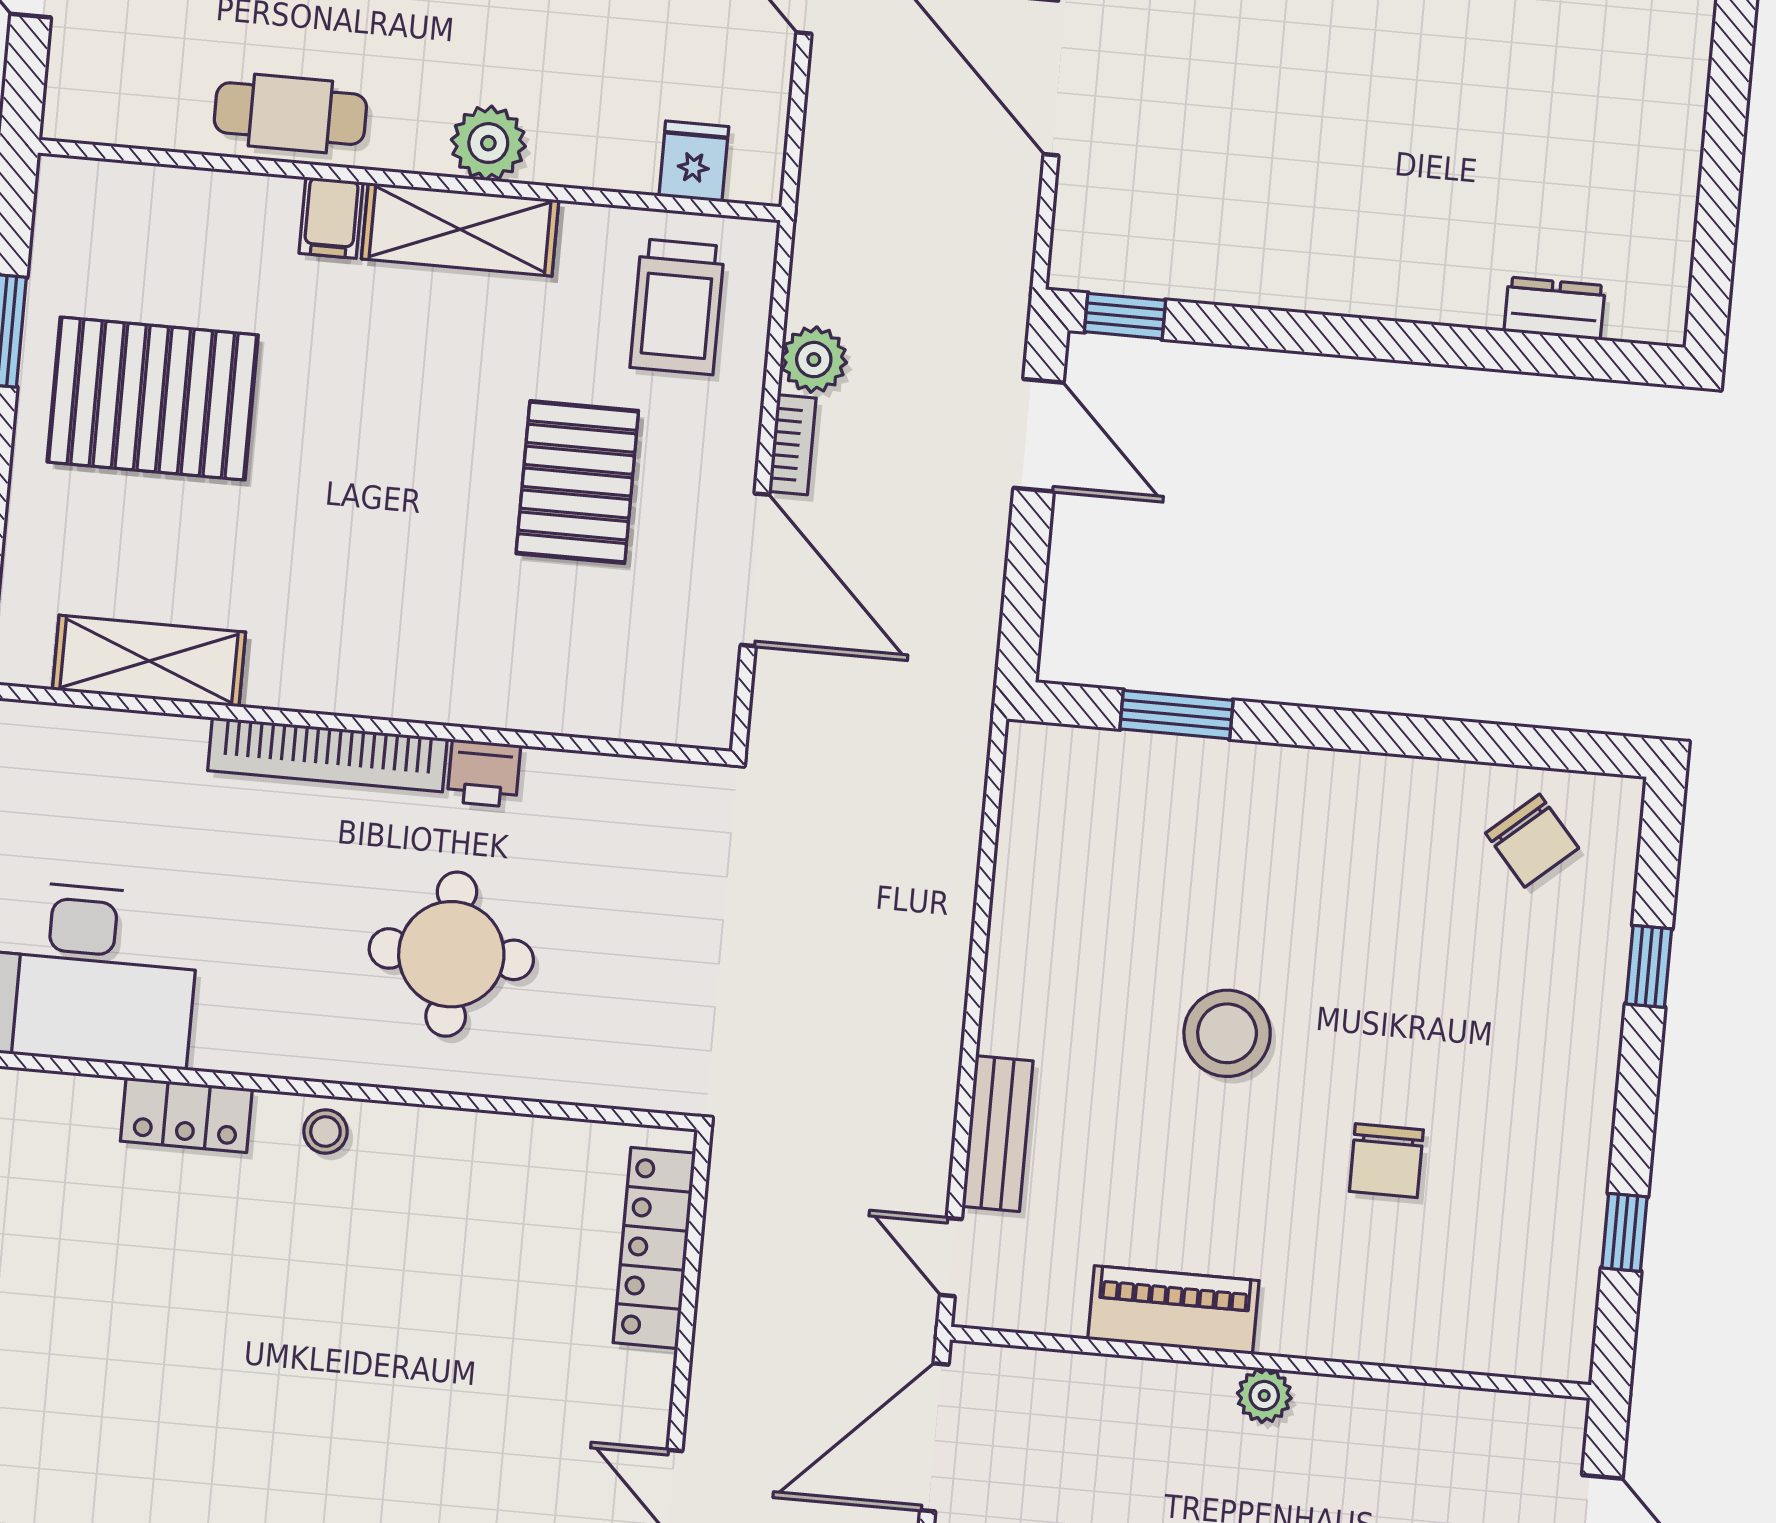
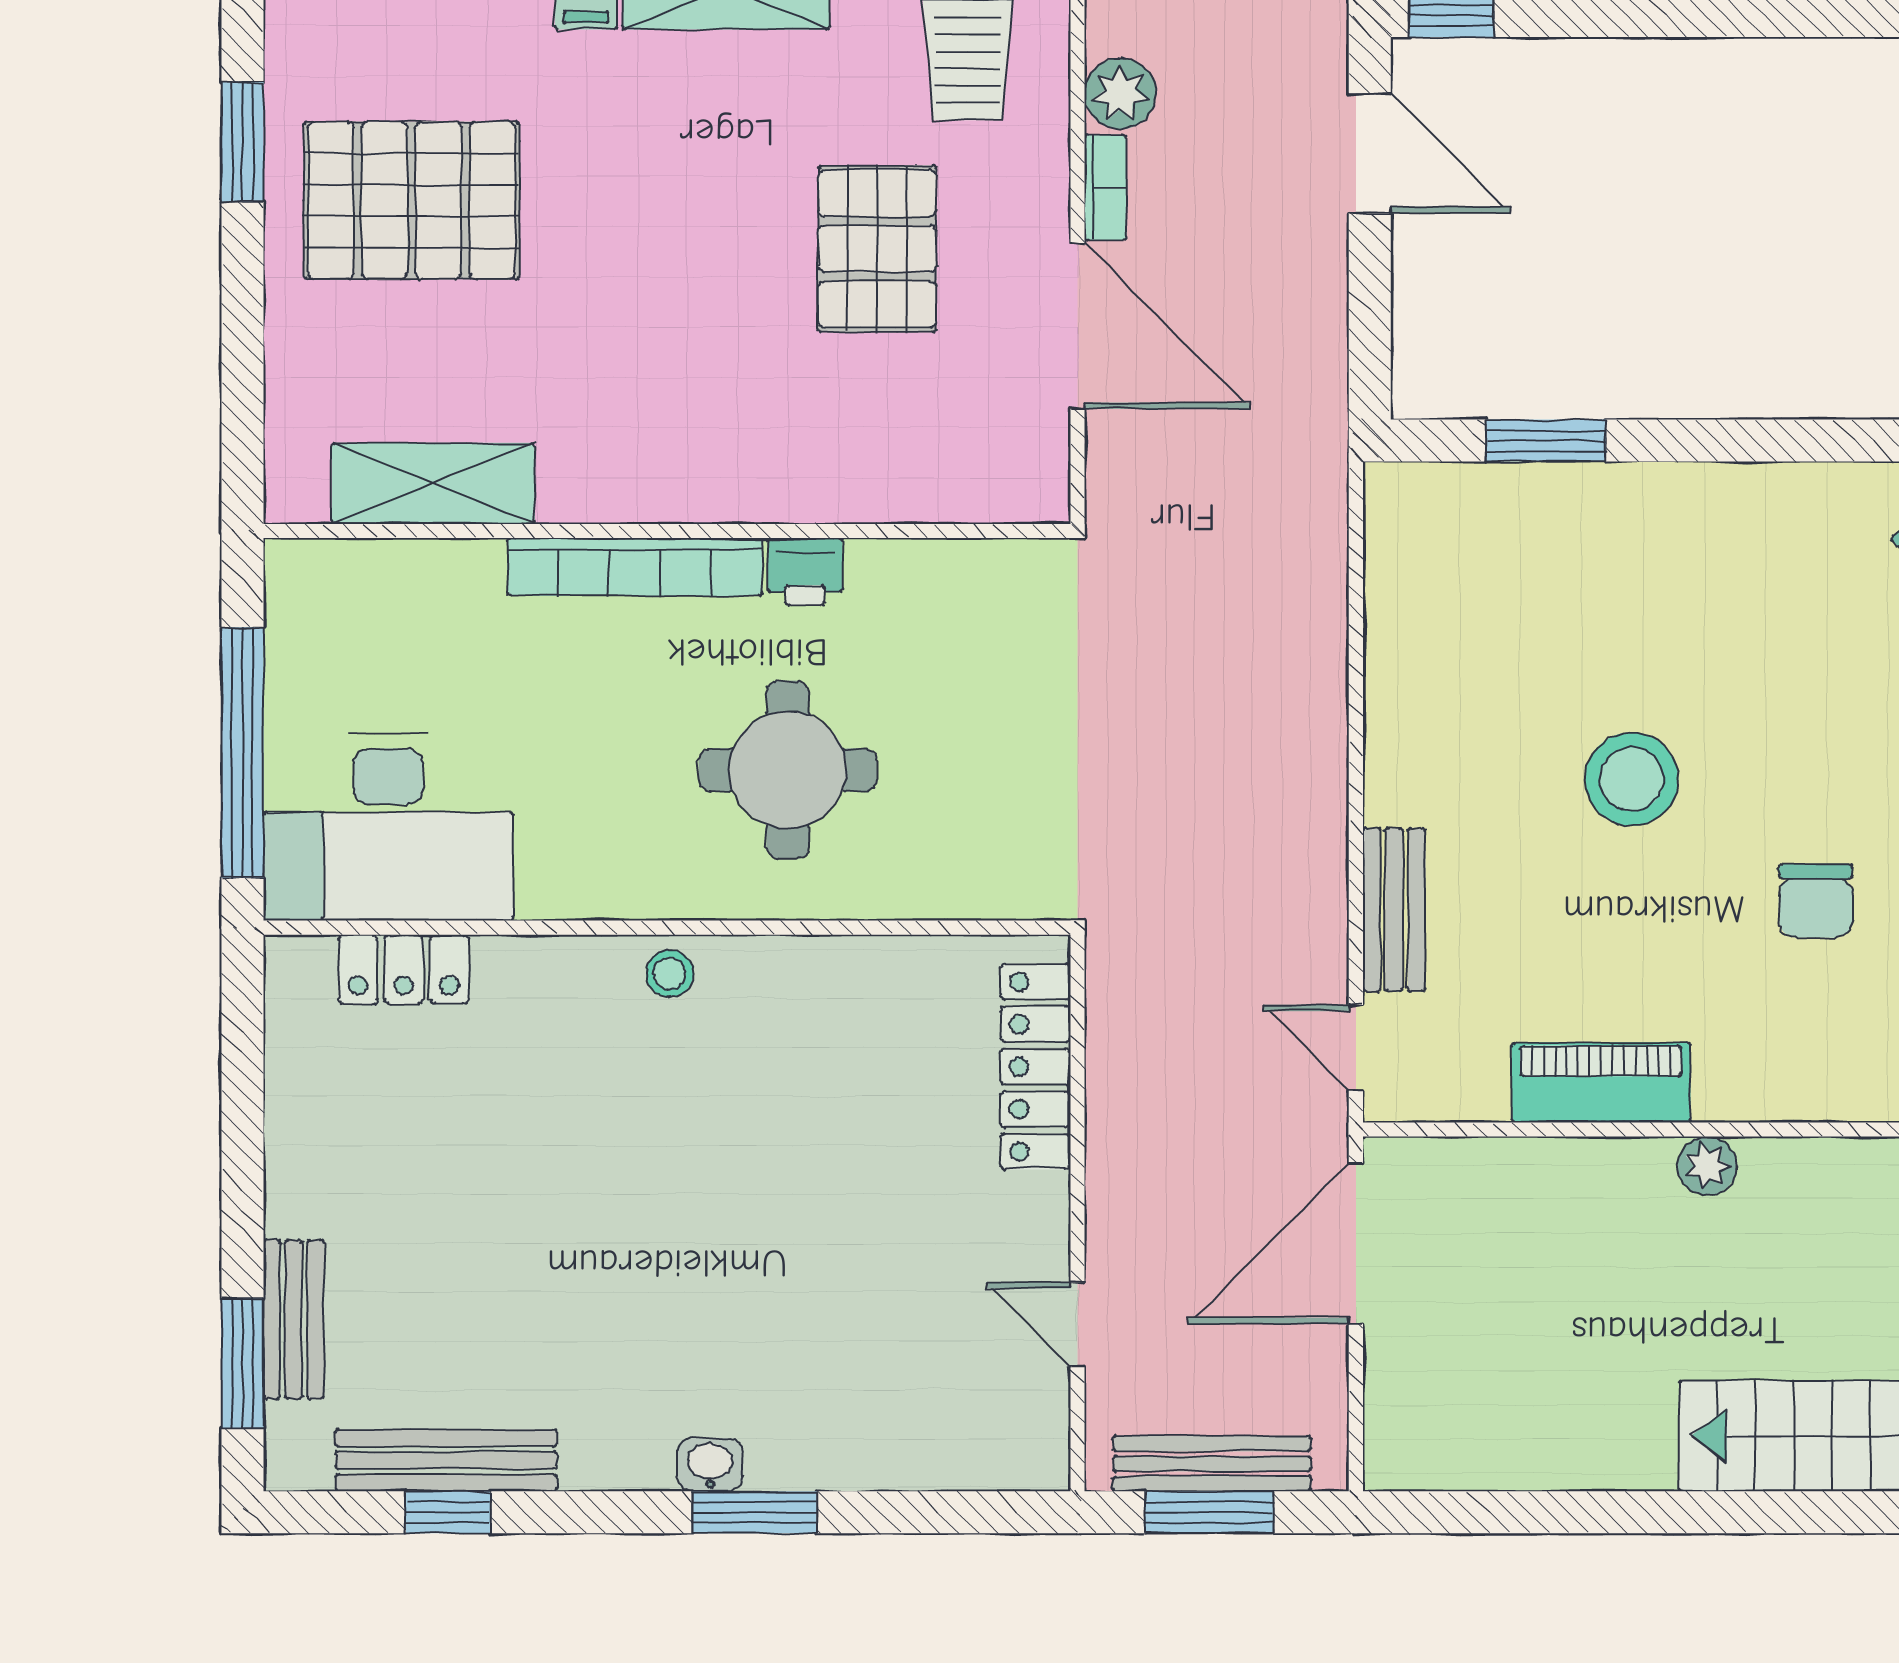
locker: (186, 1115) -> (404, 969), moved

